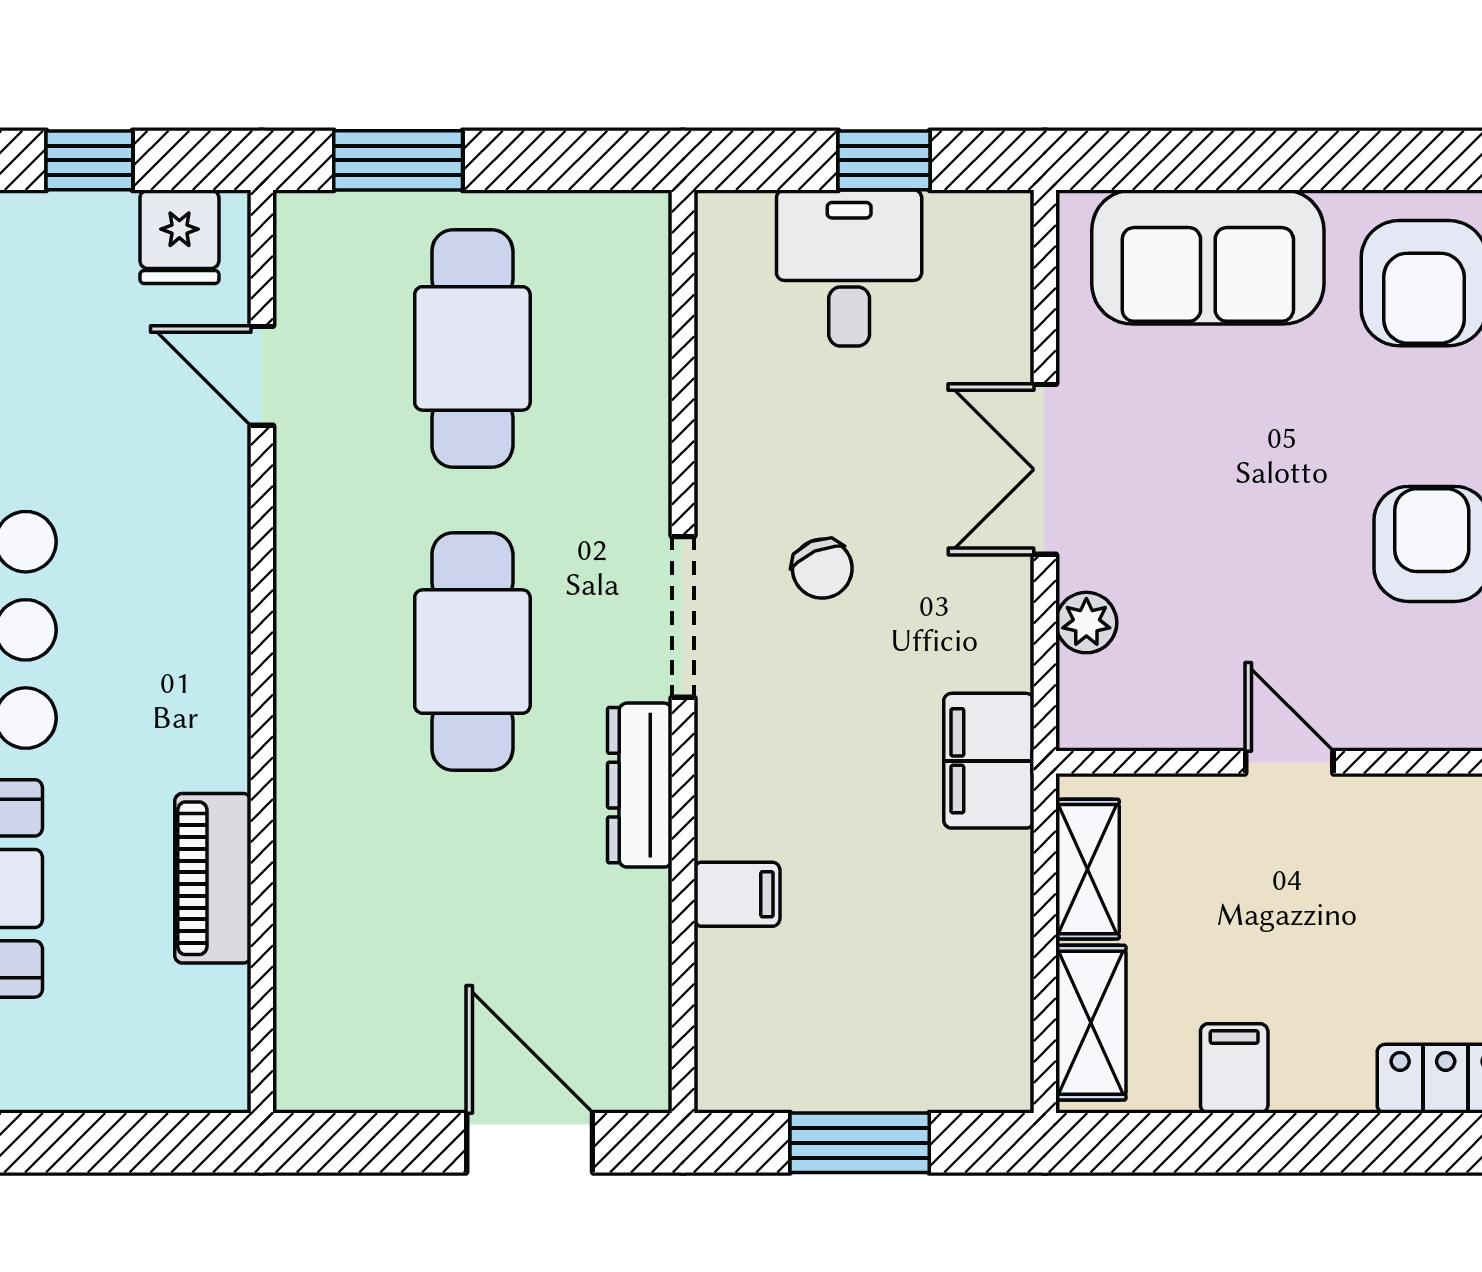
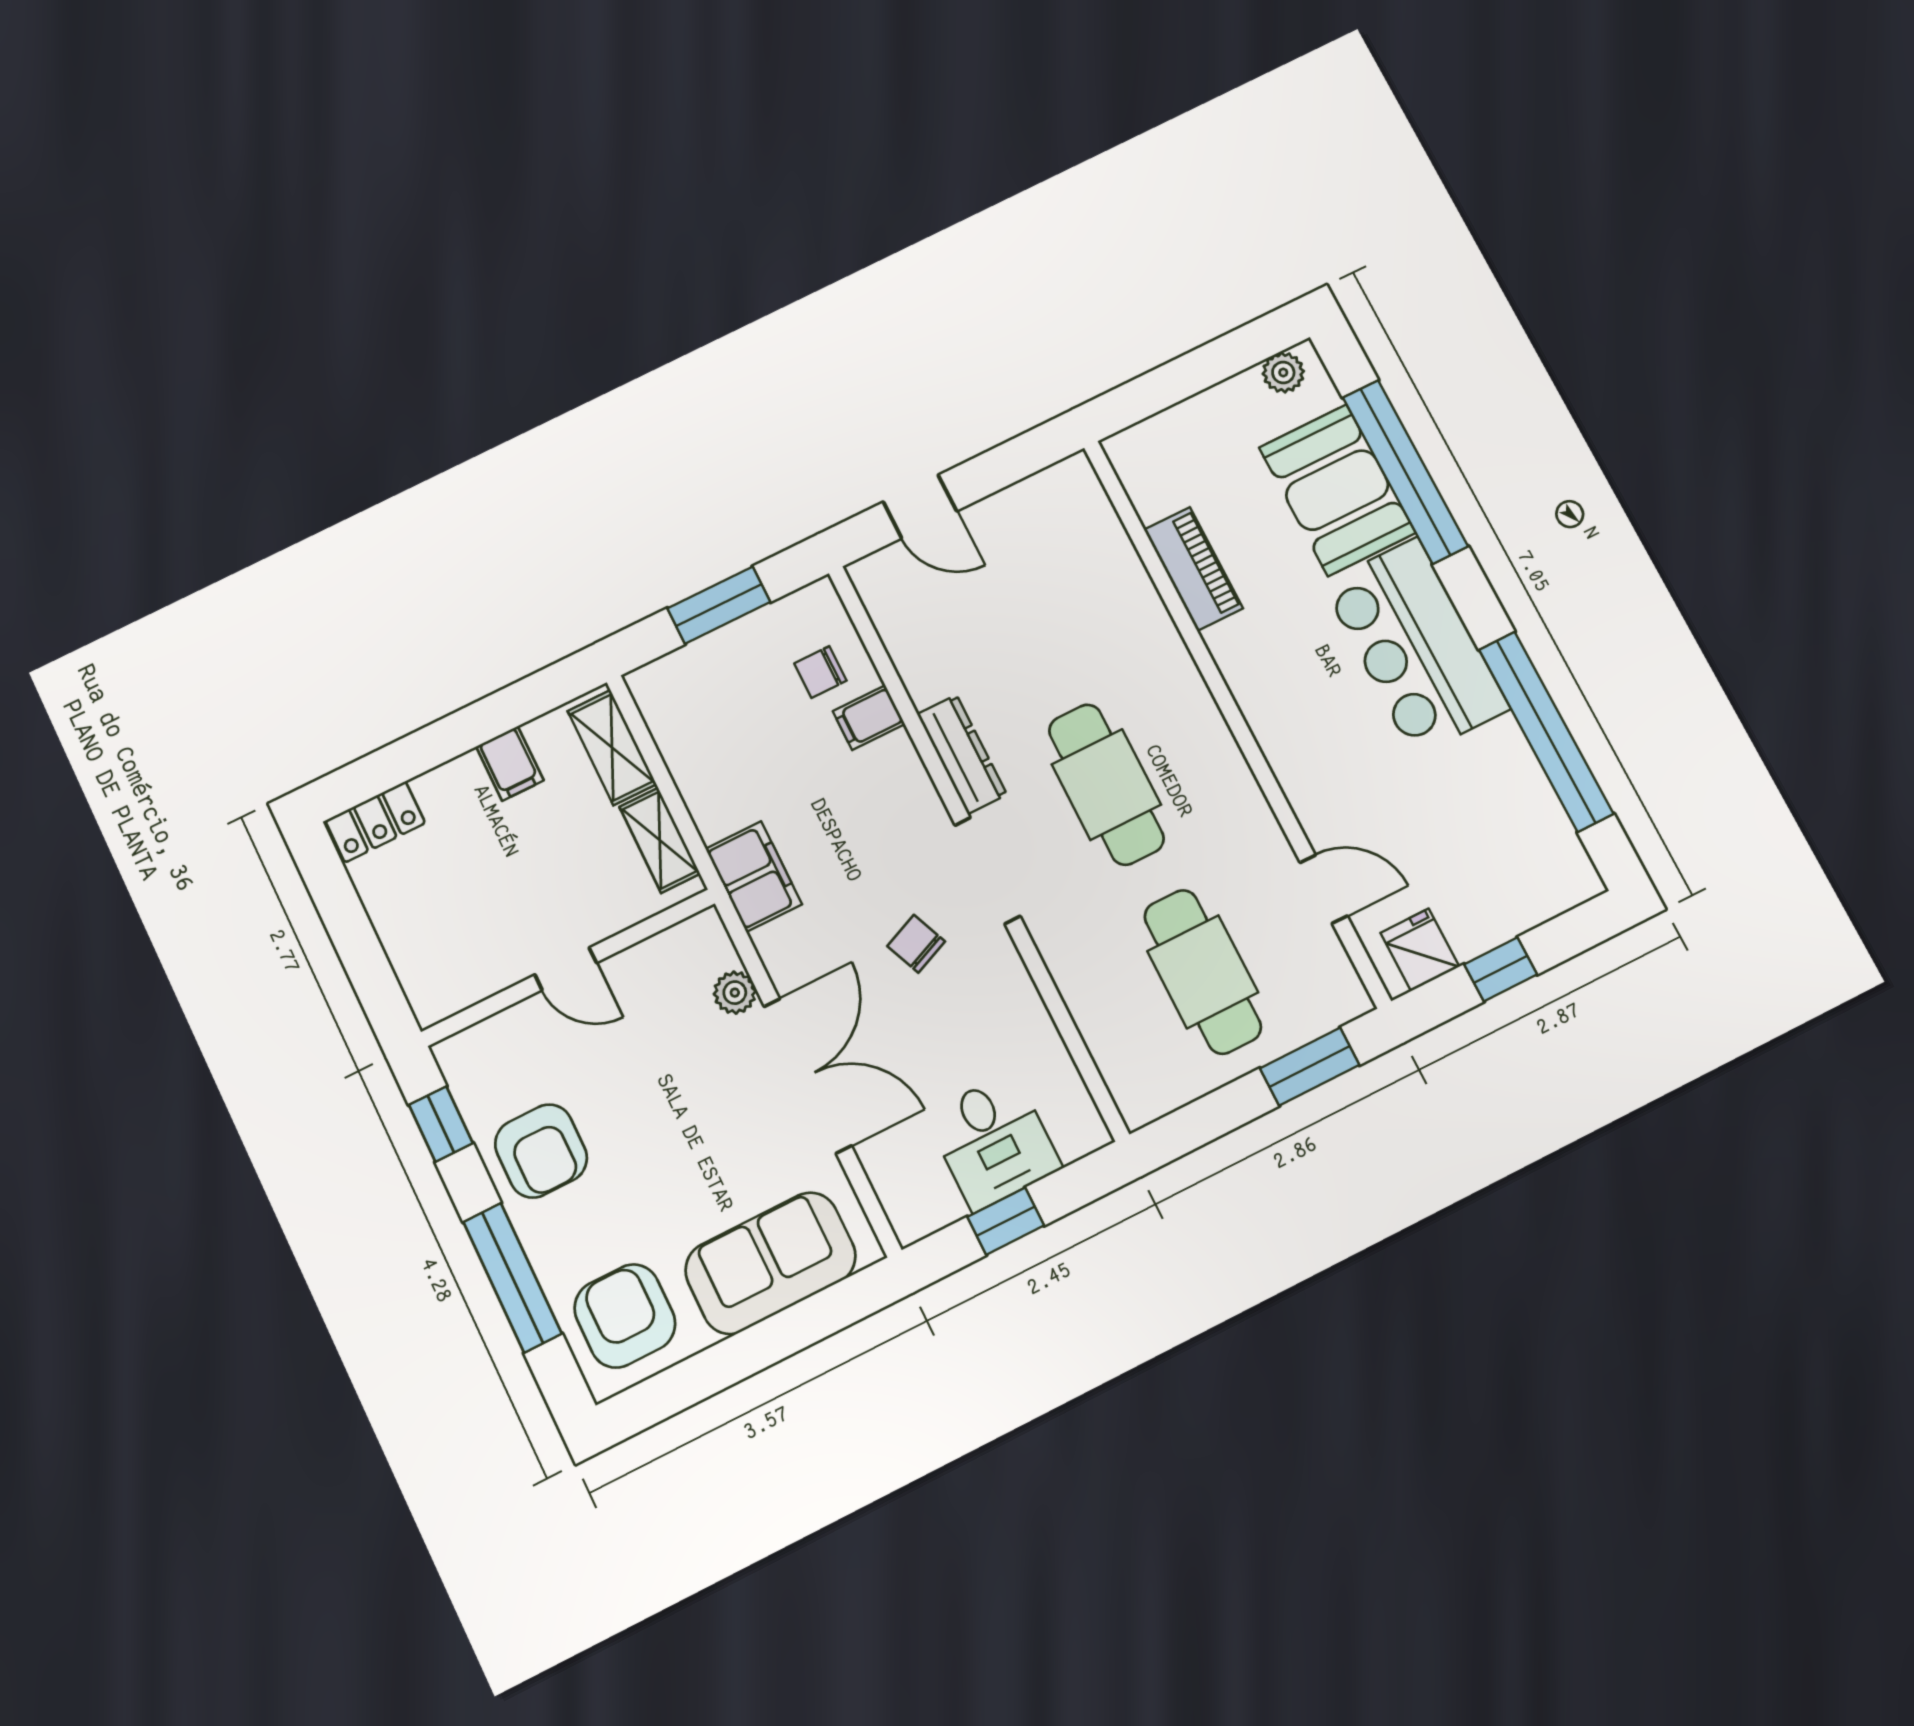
double door: (1045, 469) -> (808, 1076), width x1.37
chair: (770, 986) -> (820, 672), added
door: (530, 1143) -> (920, 506), width x0.73

